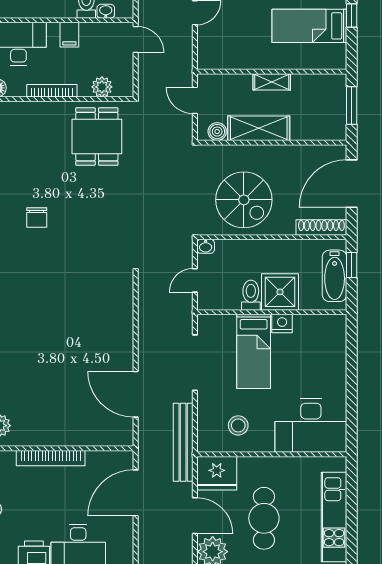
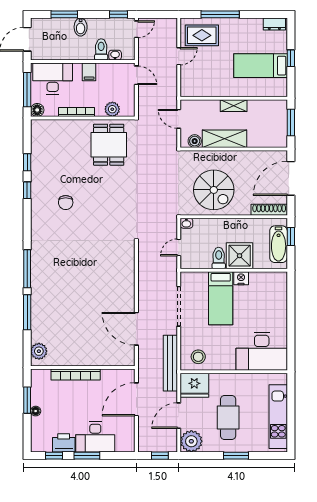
stool: (238, 425) -> (198, 357), moved
door: (195, 516) -> (179, 416), swing flipped

